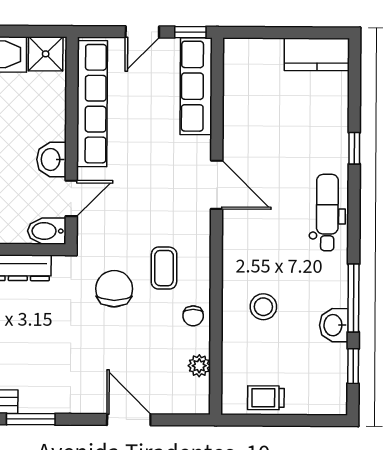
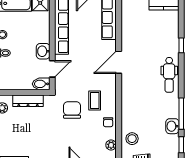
door: (217, 185) -> (119, 62), swing flipped
dental chair: (327, 213) -> (169, 75), turned 180
stool: (263, 307) -> (132, 139), moved

